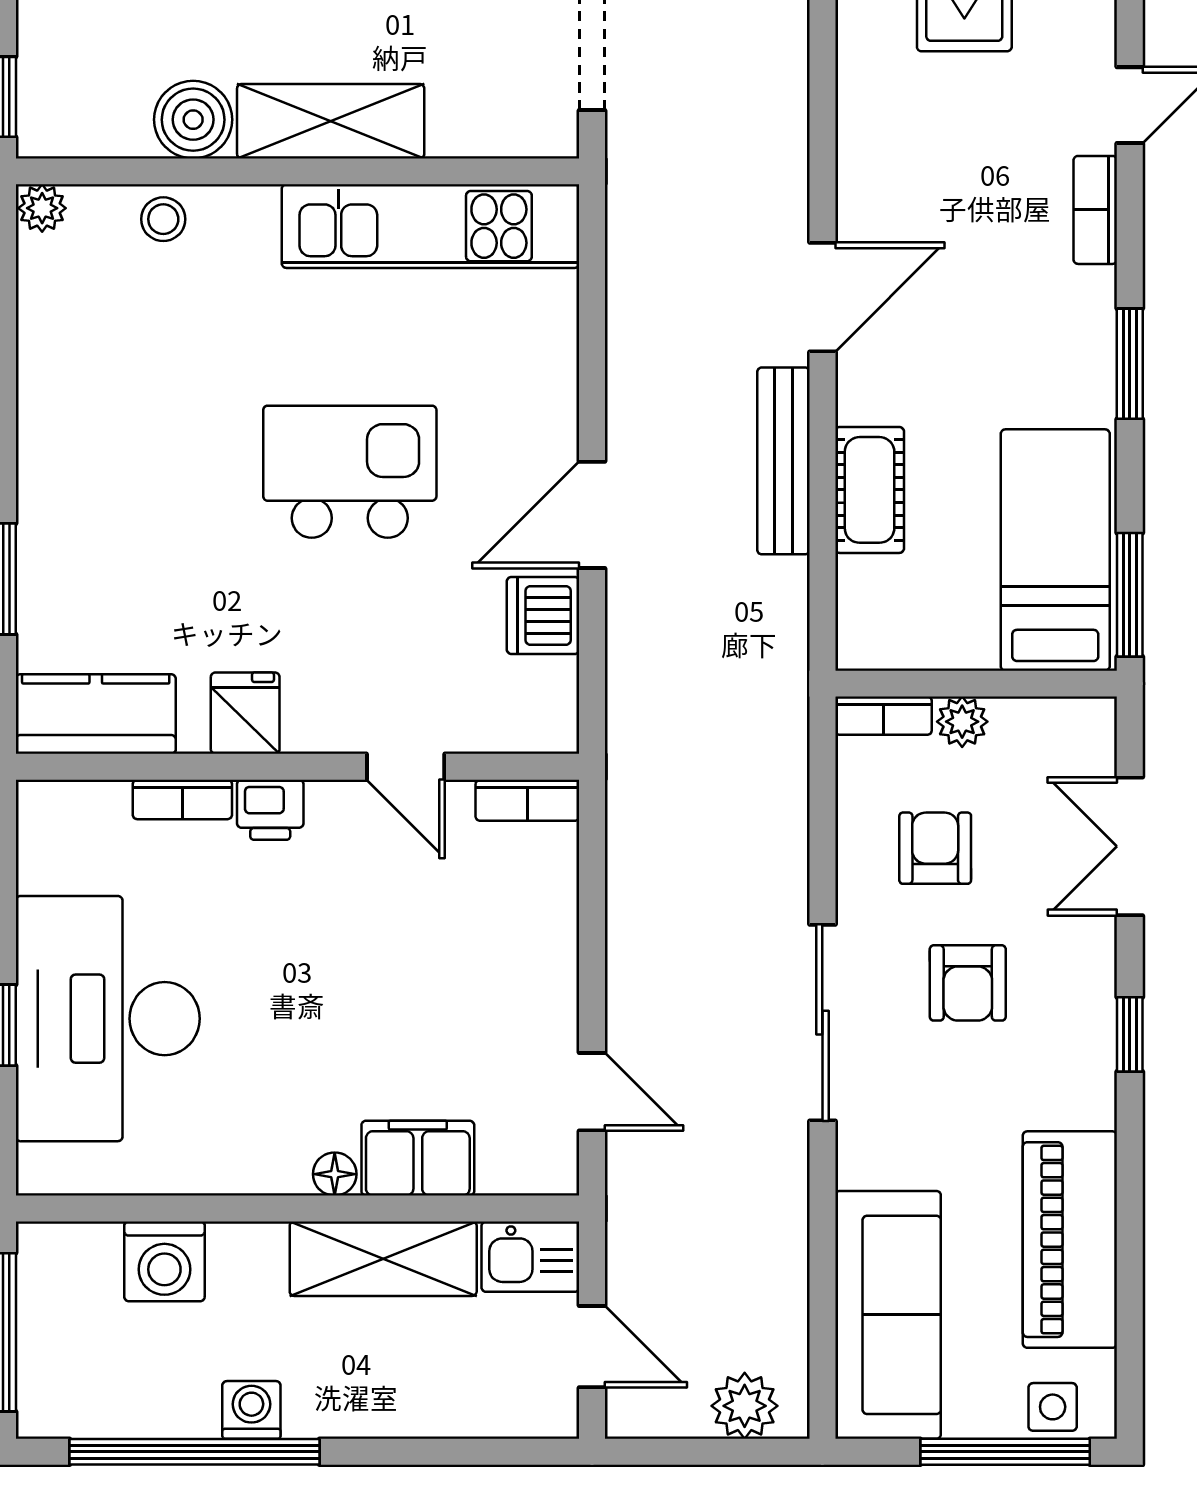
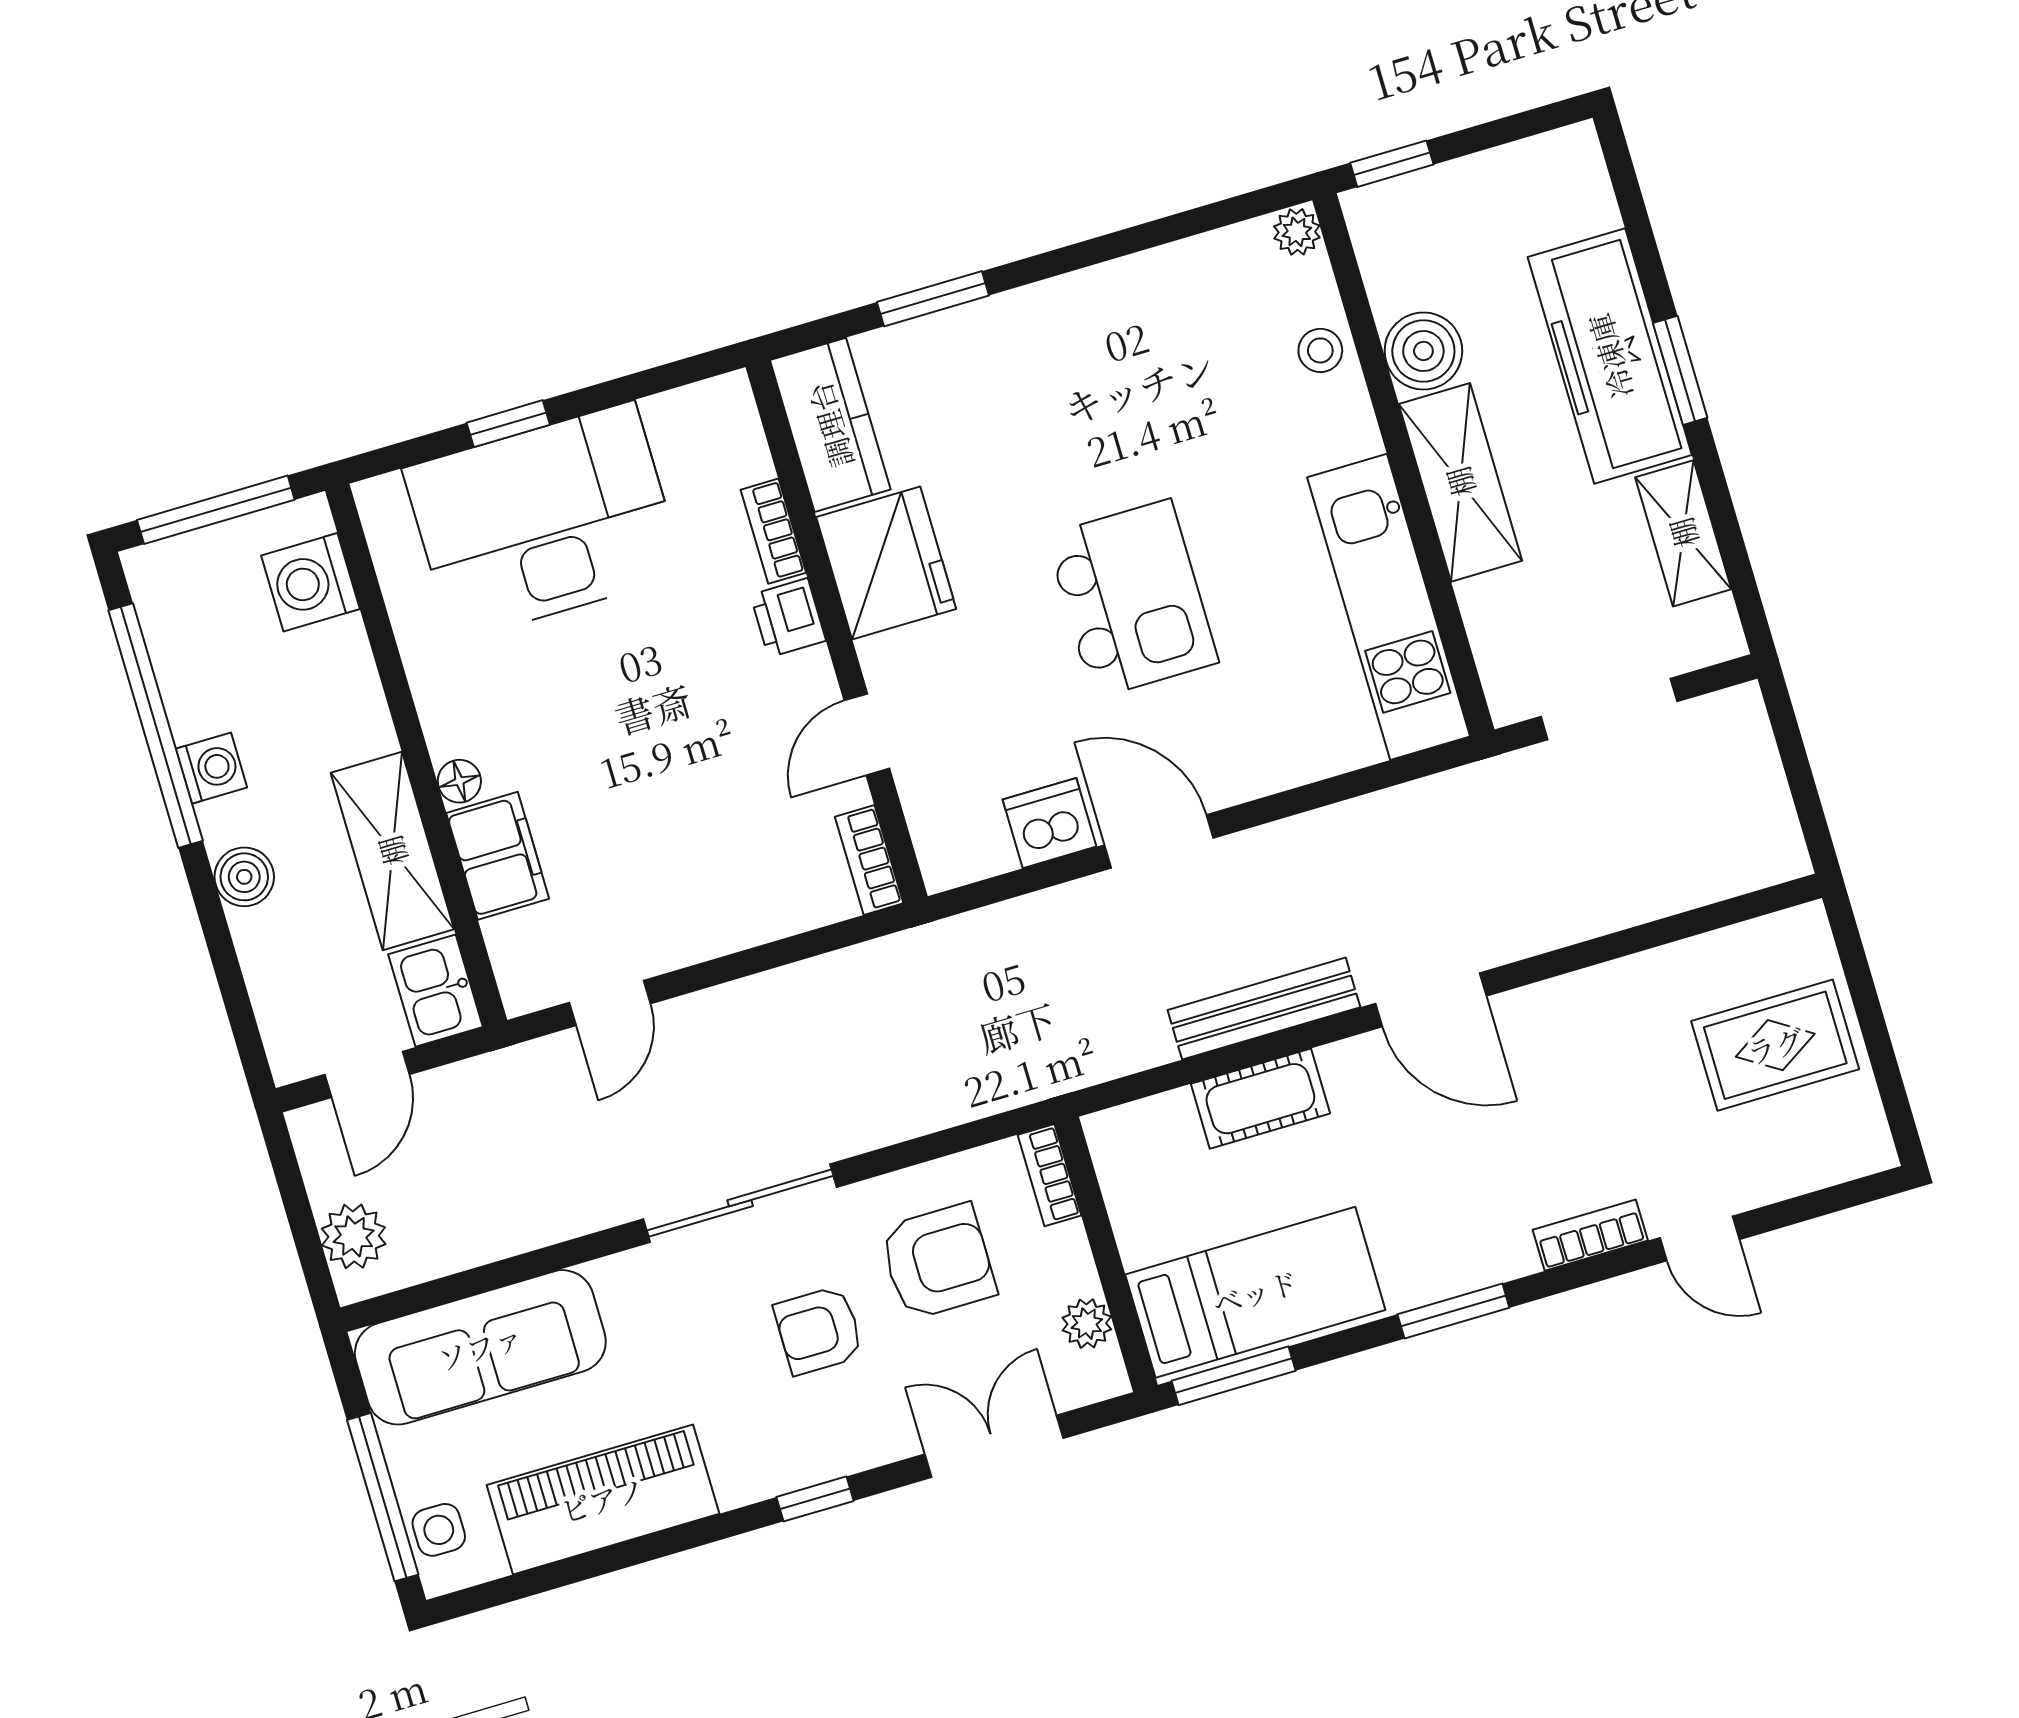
fridge: (245, 713) -> (886, 563), width x1.88, depth x1.34
plant: (962, 722) -> (1087, 1324), moved
armchair: (935, 848) -> (938, 1262), width x1.38, depth x1.38
washing machine: (164, 1261) -> (310, 582), moved
boiler: (366, 1409) -> (244, 877), added

